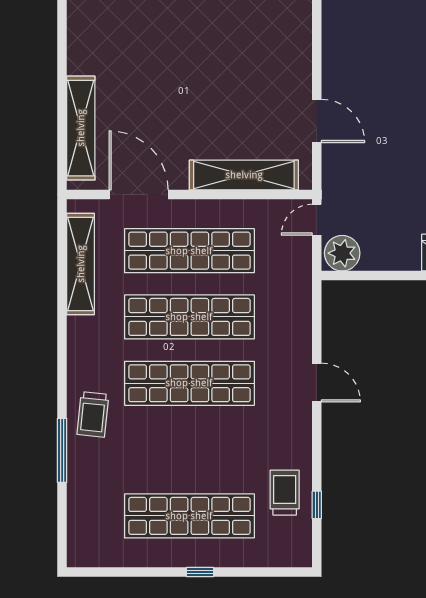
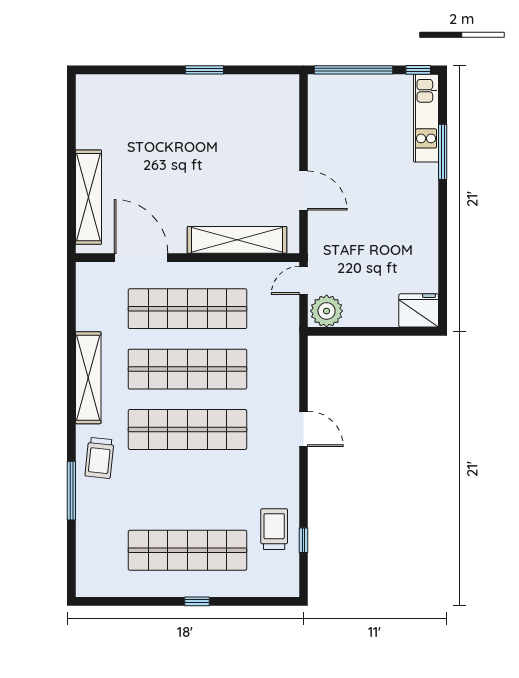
shelving: (81, 264) -> (88, 378), moved

